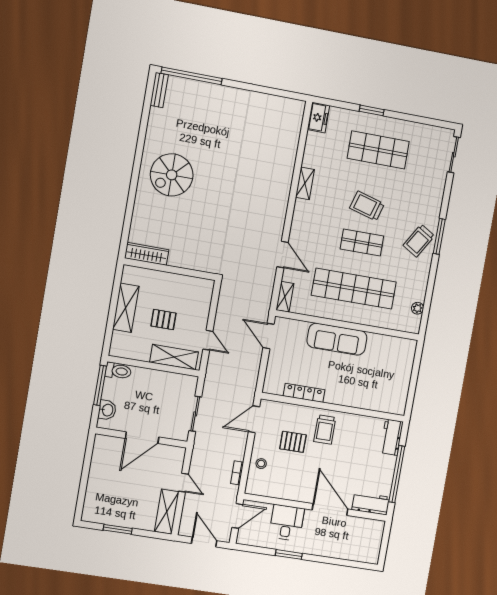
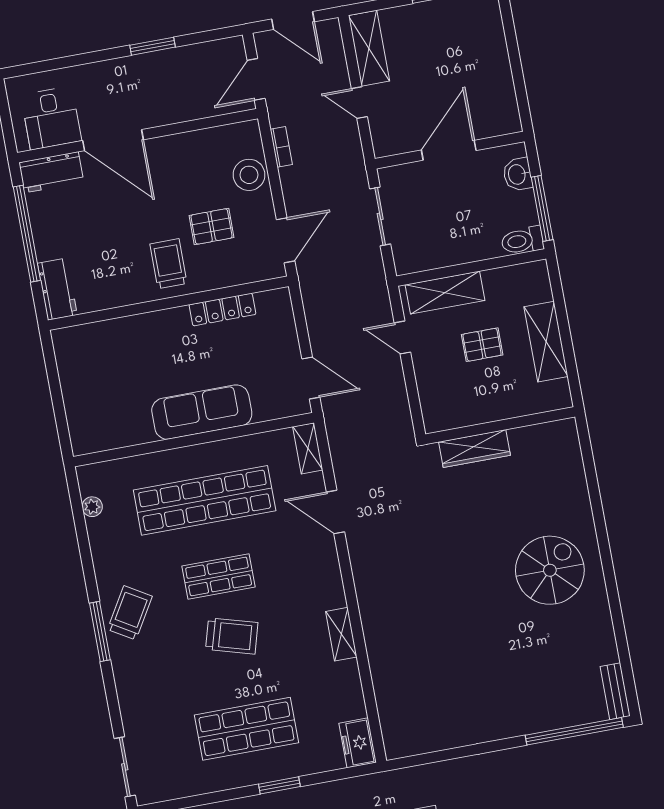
wardrobe: (147, 254) -> (475, 449), moved
stool: (261, 464) -> (249, 175), width x1.89, depth x1.89
desk: (287, 523) -> (51, 118), moved

